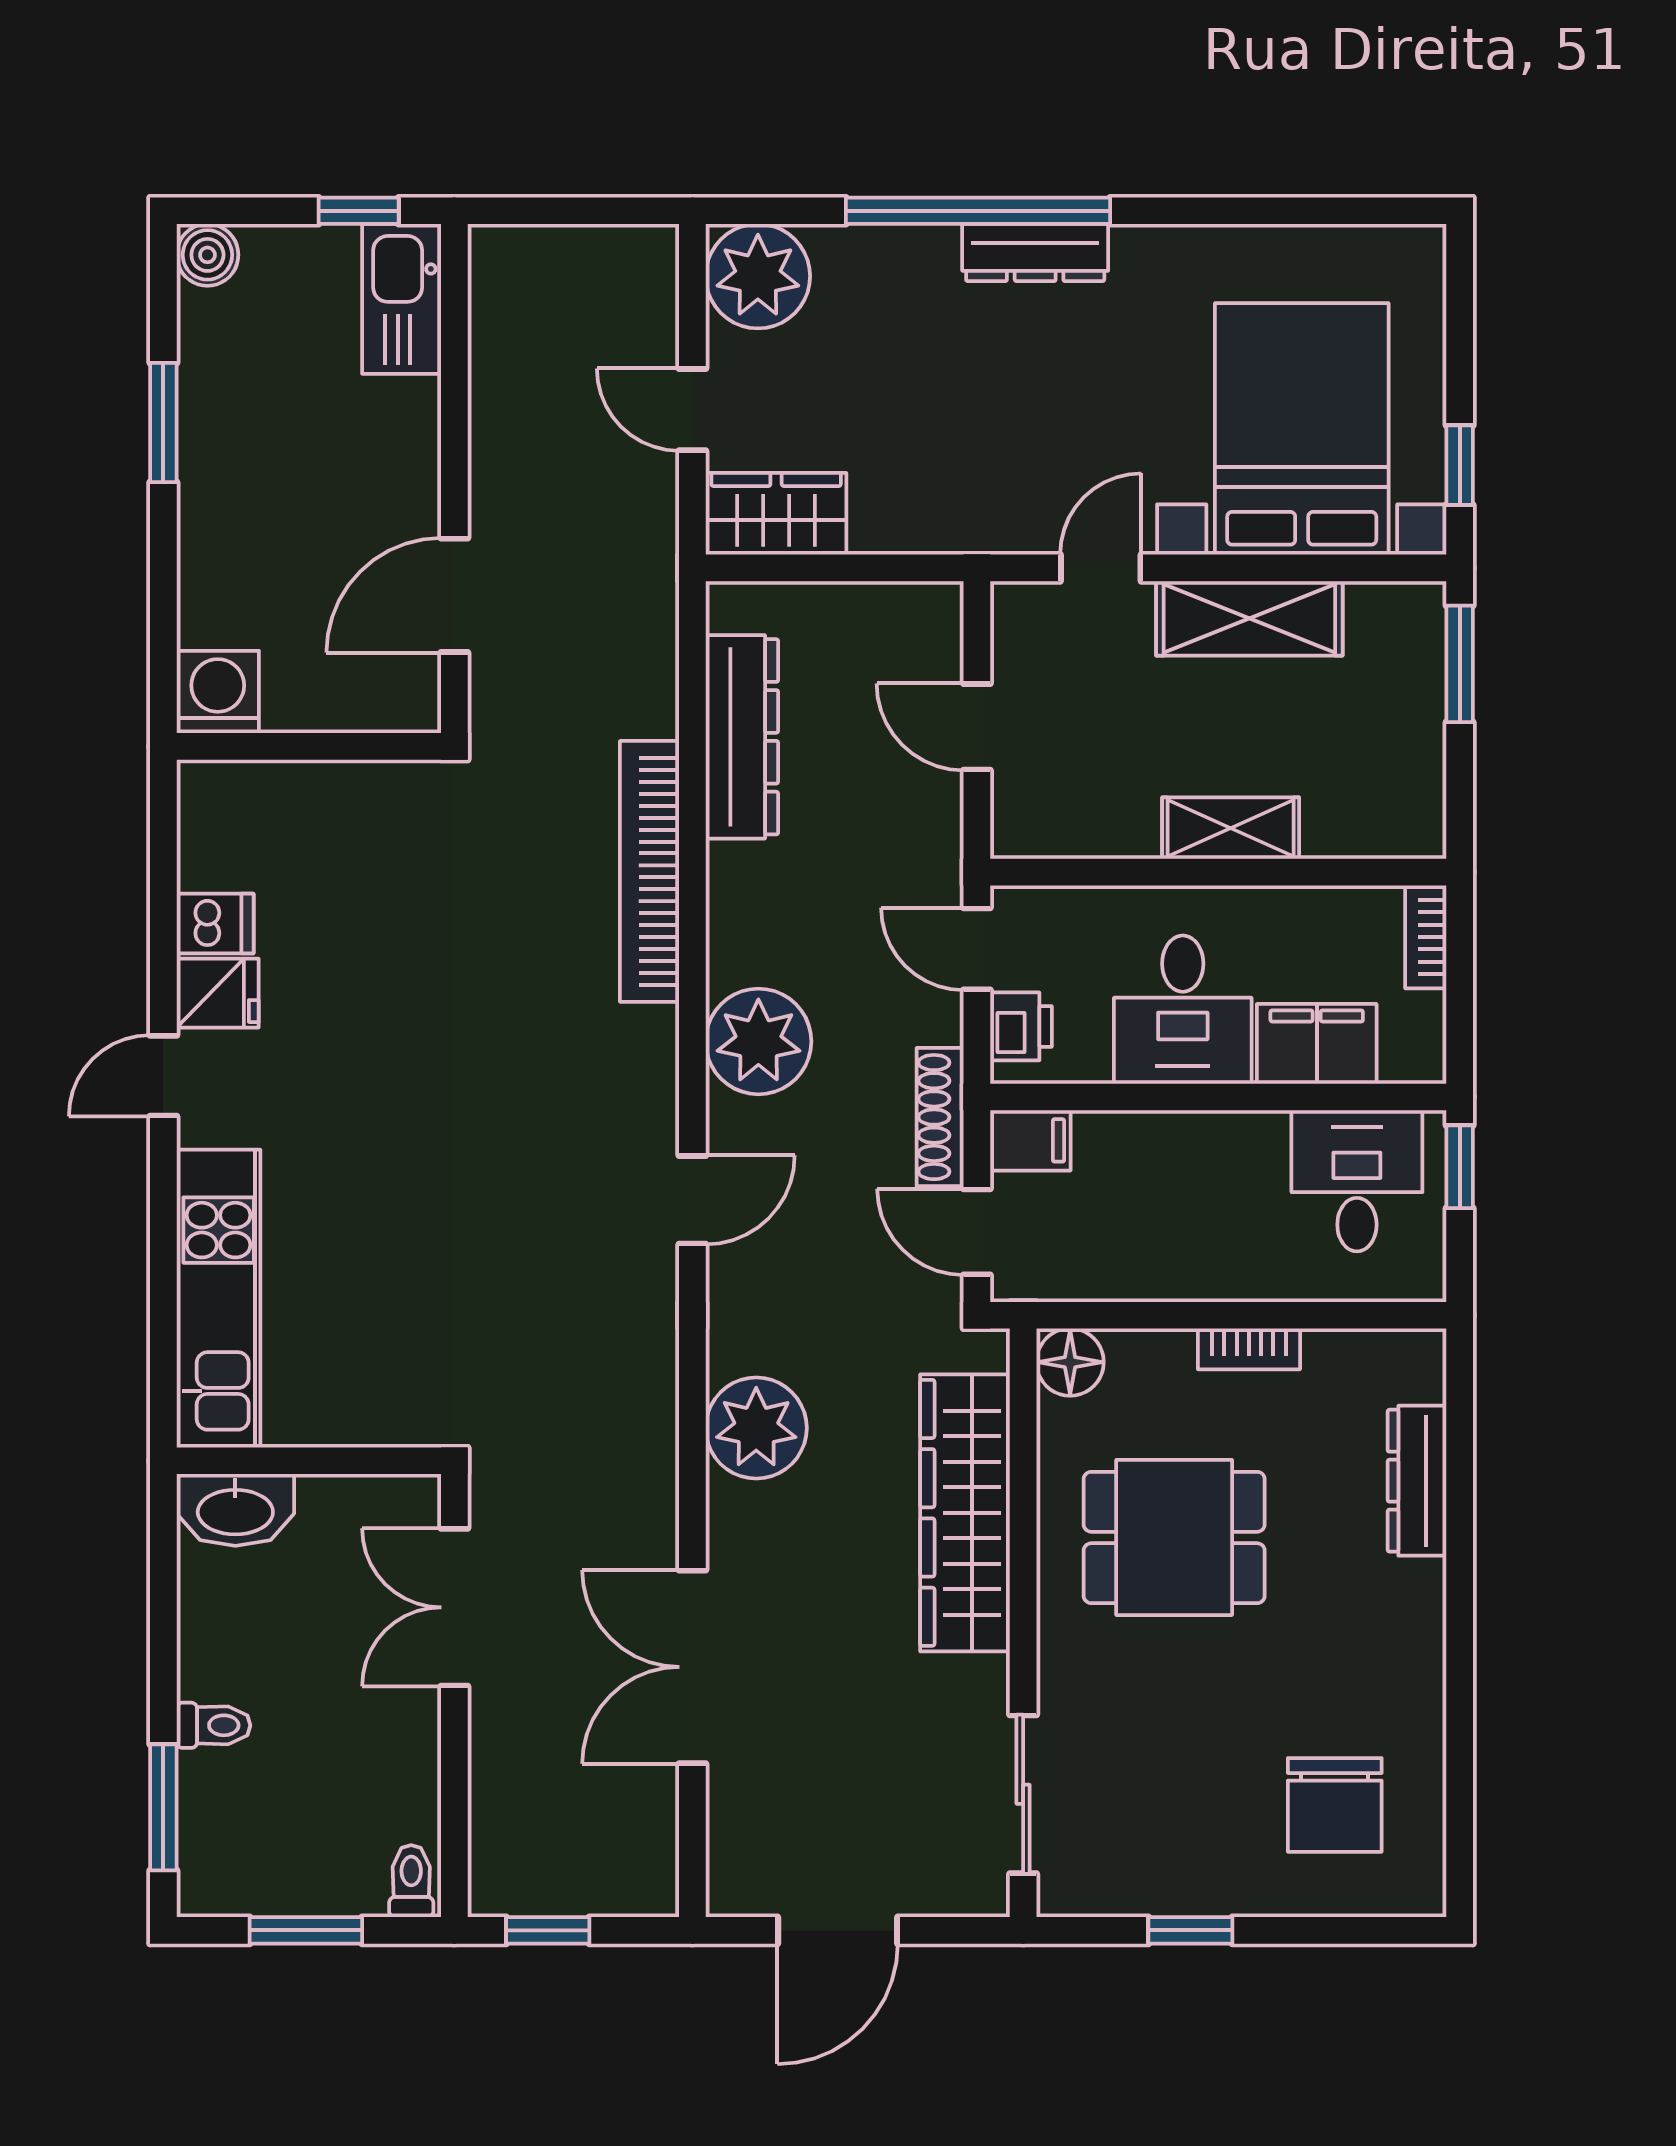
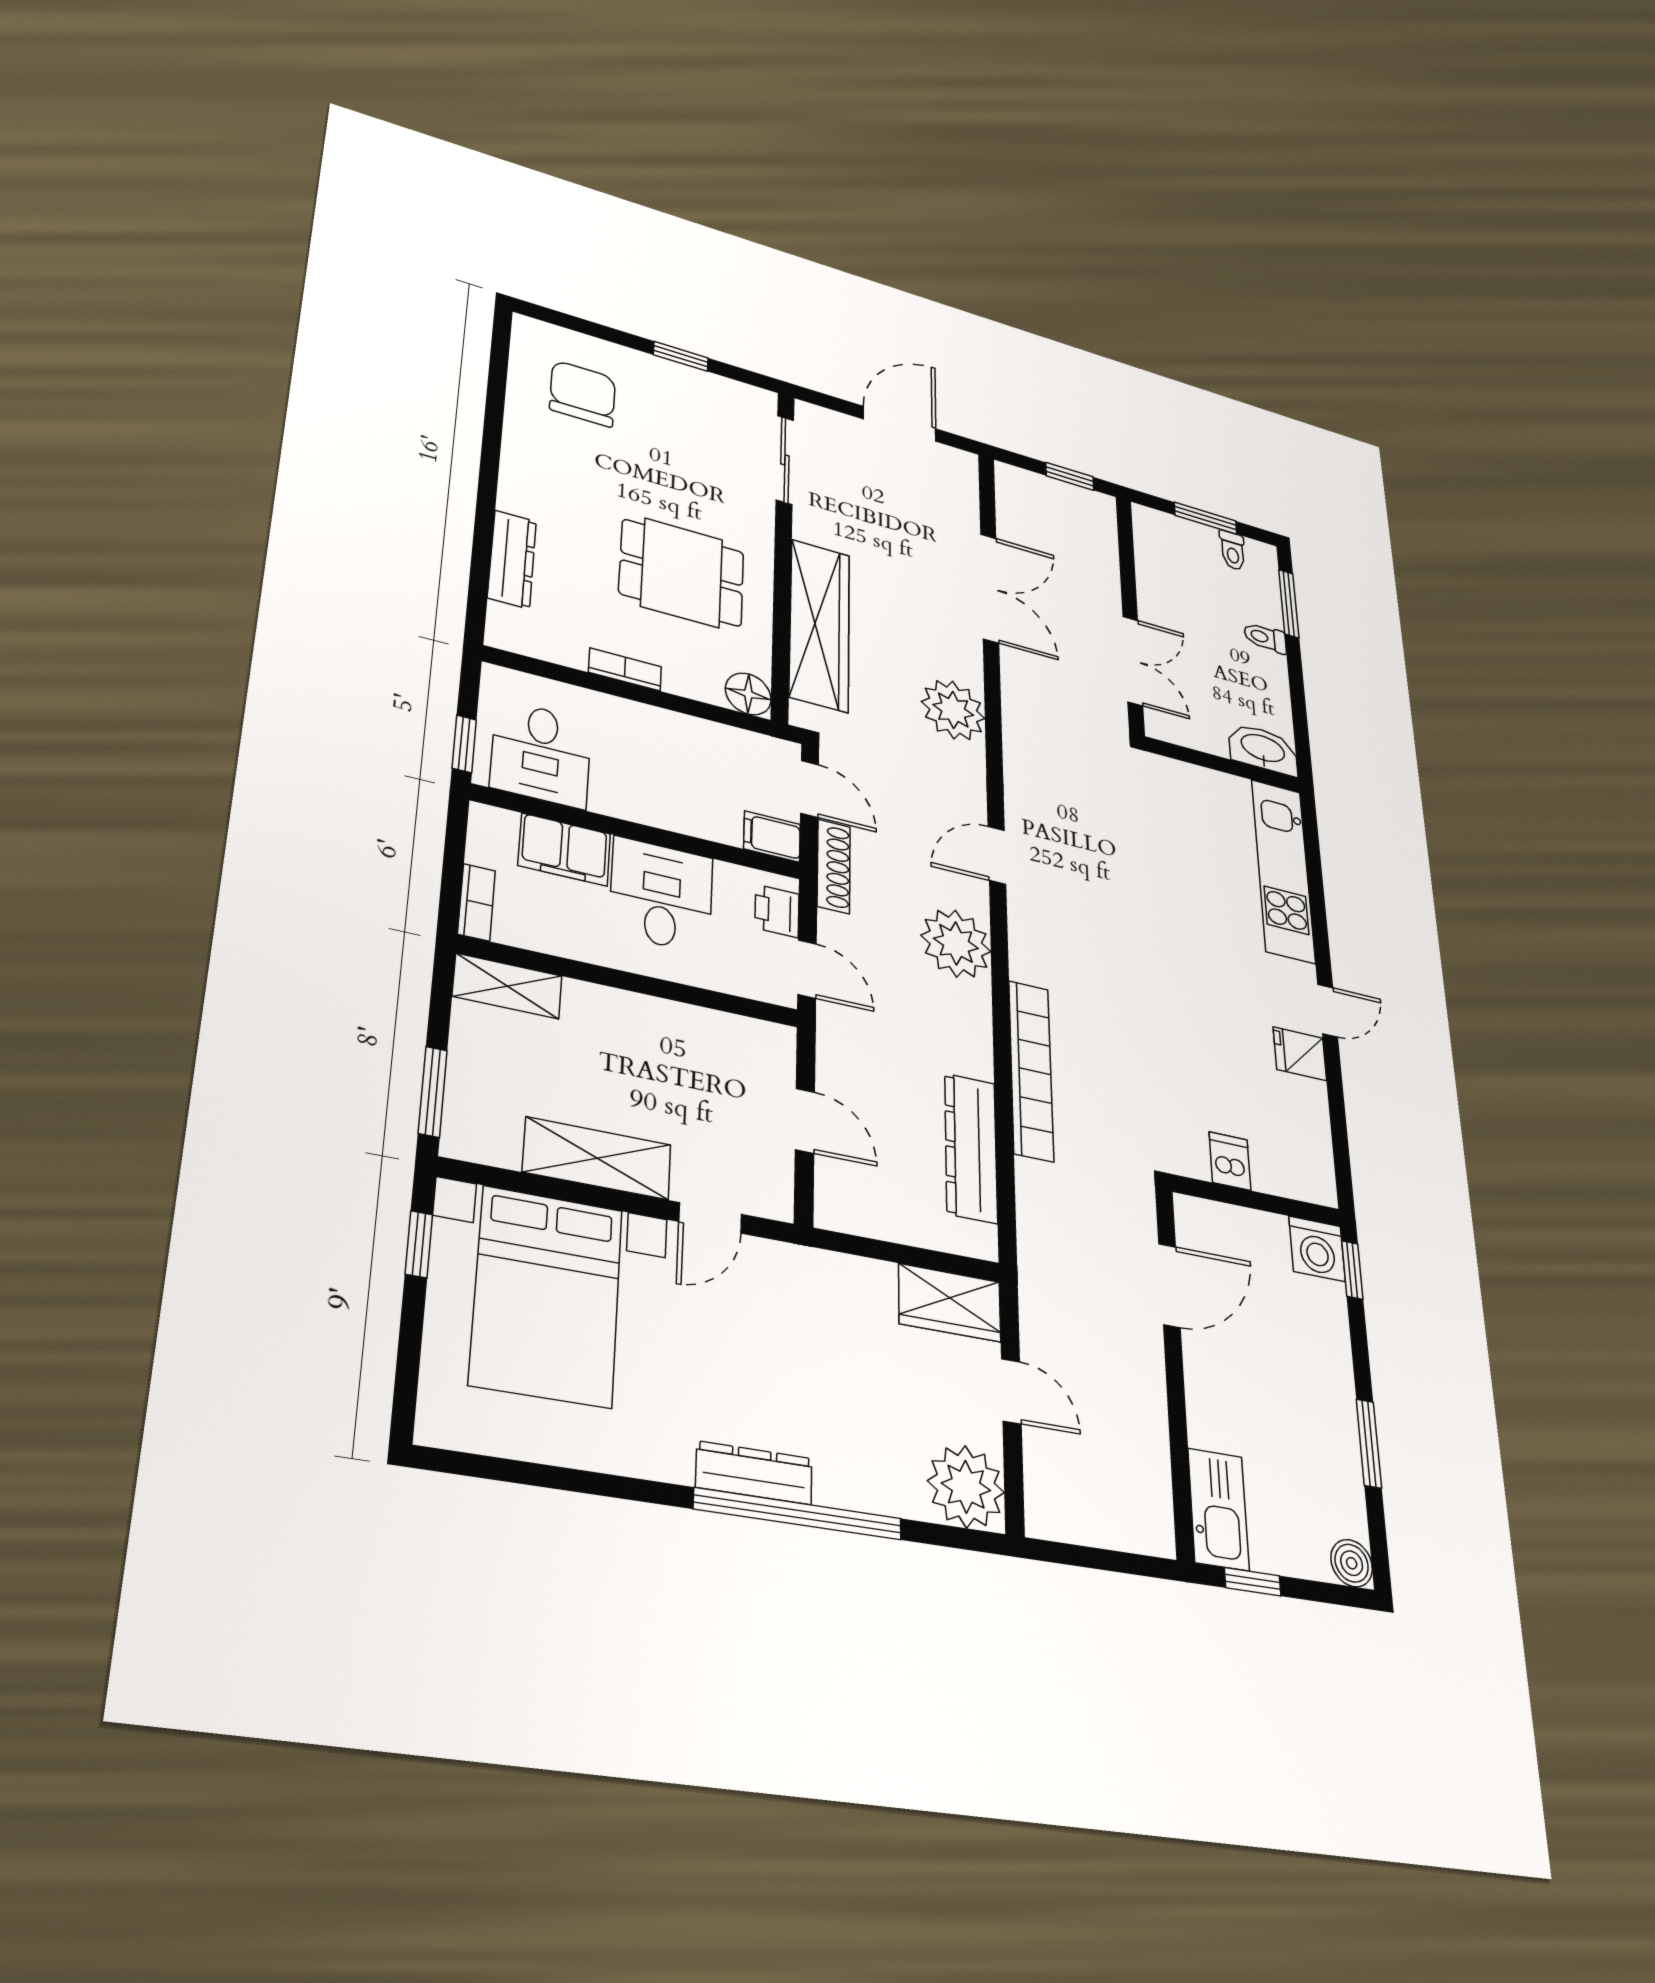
window: (163, 671) -> (1352, 1270), added
shelving: (1231, 828) -> (507, 986), moved
dishwasher: (215, 924) -> (1230, 1161), moved, turned 90
toilet: (411, 1881) -> (1233, 550), moved

